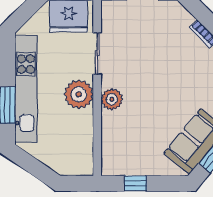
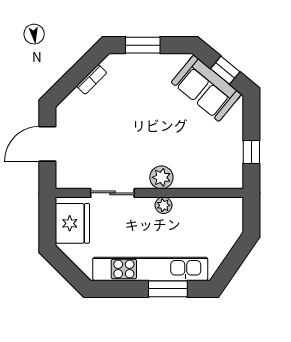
plant: (79, 94) -> (163, 205), width x0.53, depth x0.53

